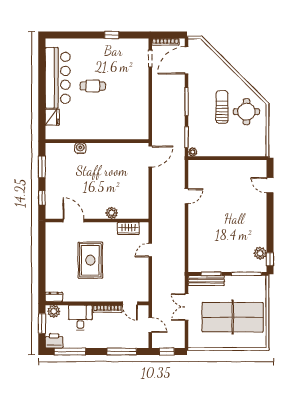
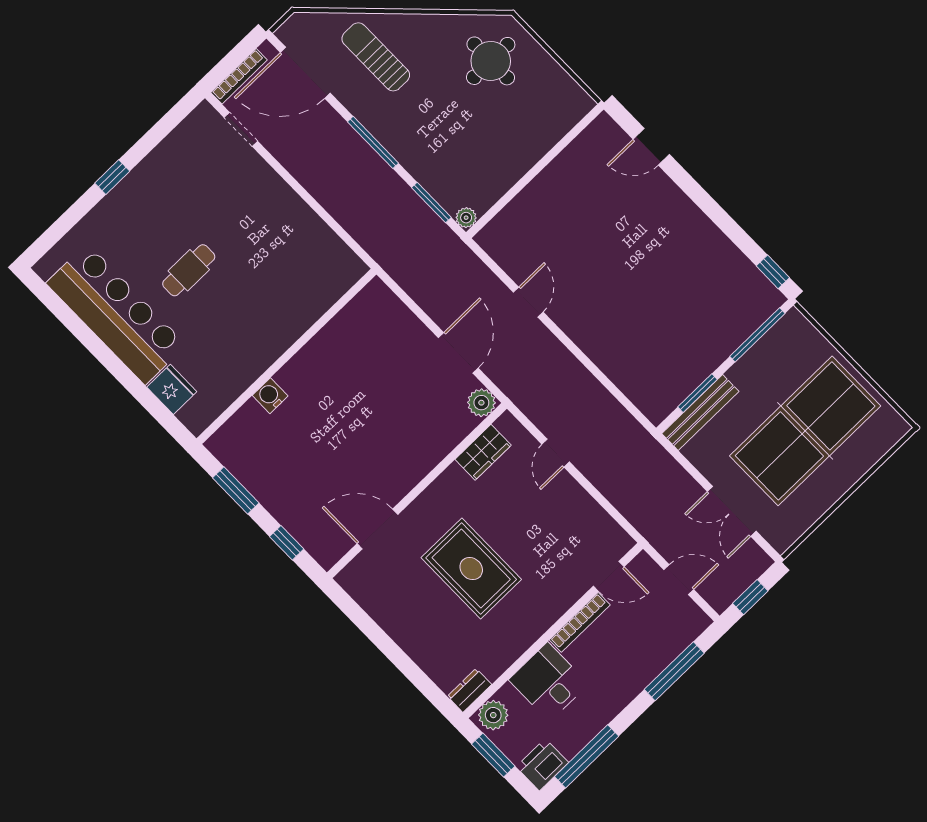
window: (112, 35) -> (112, 177), moved
door: (187, 60) -> (305, 73), hinge flipped
sun lounger: (222, 107) -> (376, 57), moved
door: (150, 156) -> (458, 353), moved
plant: (112, 213) -> (481, 403), moved
plant: (260, 253) -> (746, 278), removed
double door: (187, 307) -> (732, 511), moved

